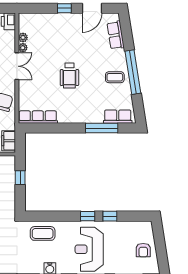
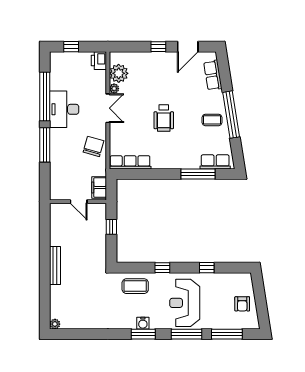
plant: (23, 38) -> (119, 73), width x1.87, depth x1.87
window: (88, 216) -> (162, 268), moved

